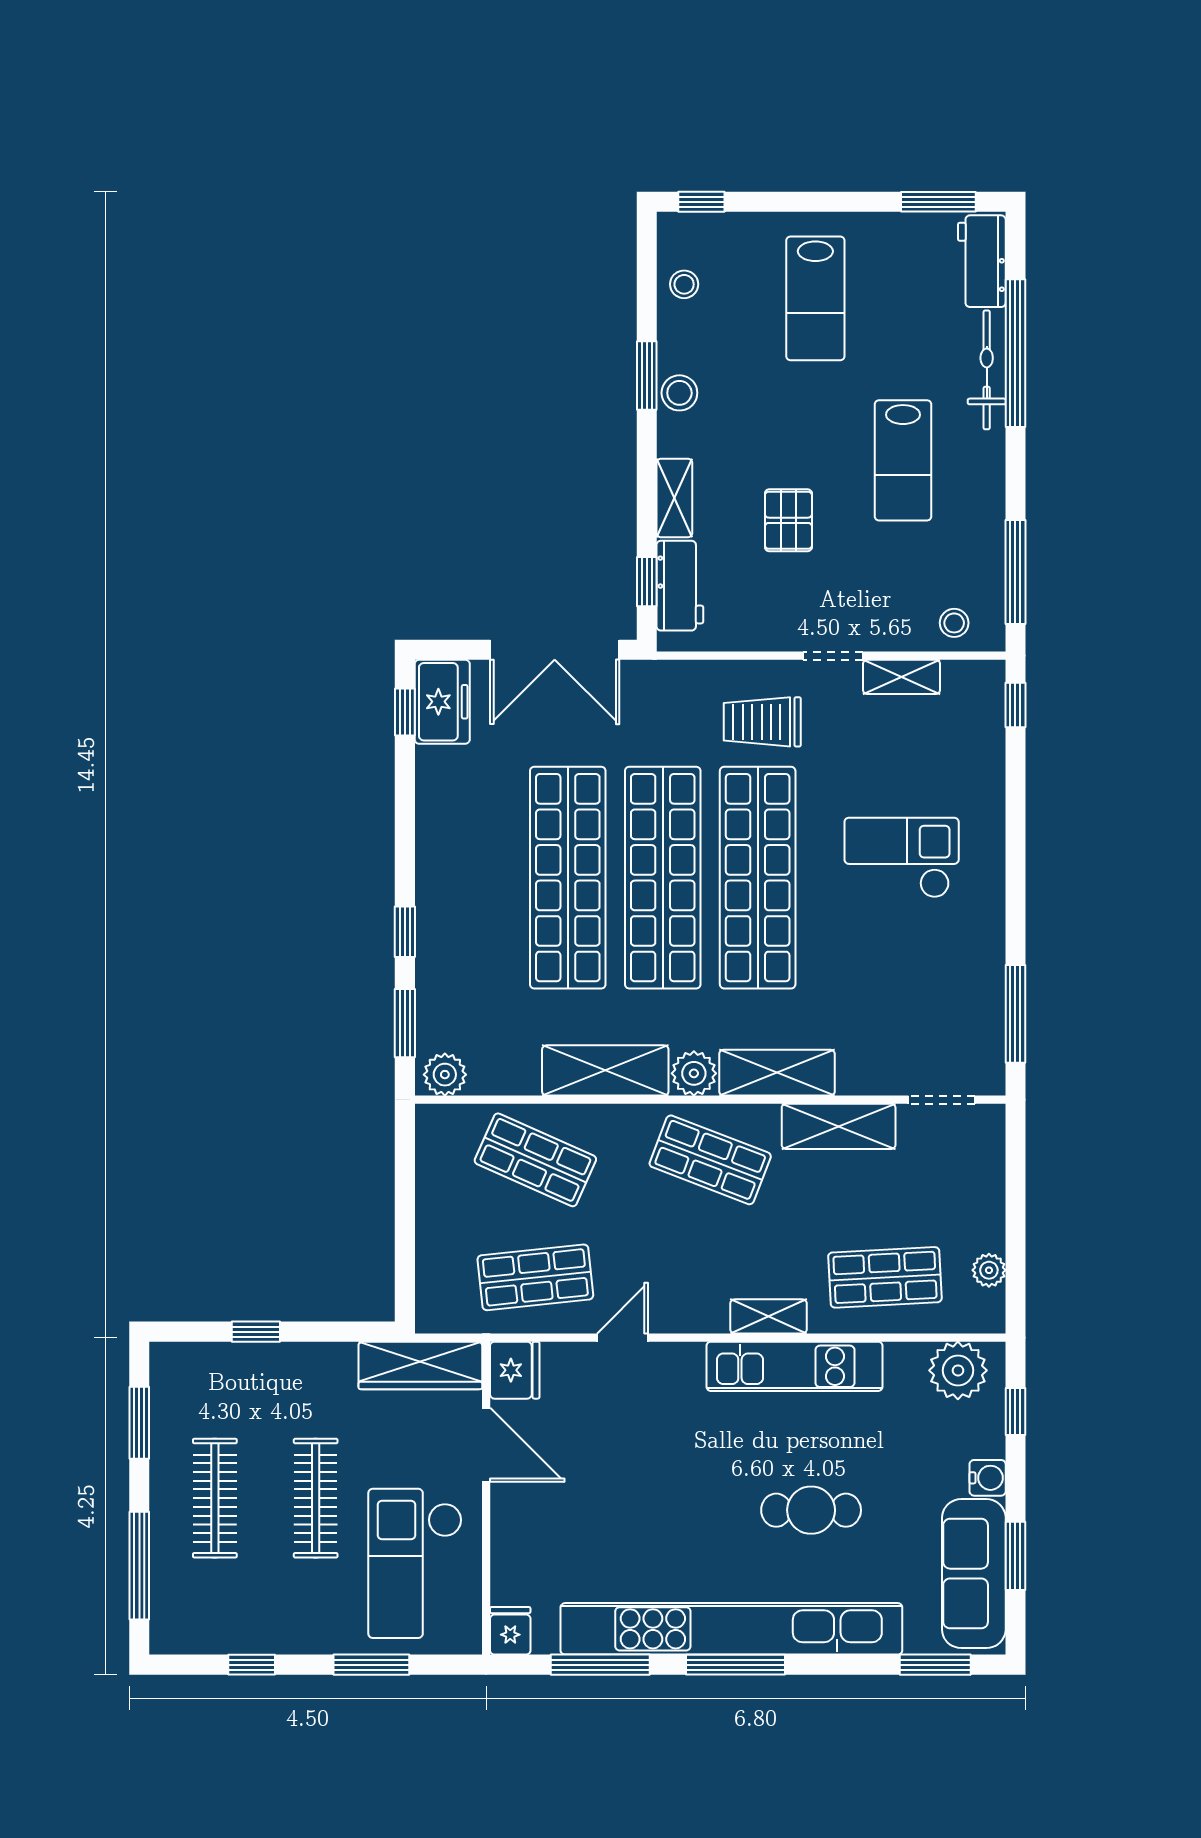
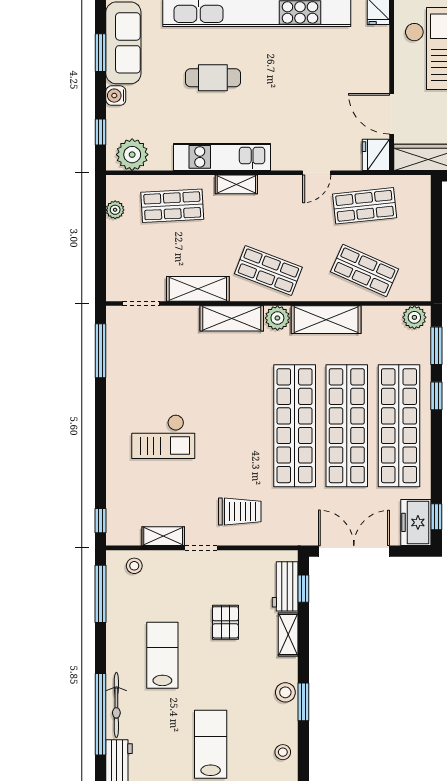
shop shelf: (758, 878) -> (399, 426), moved

